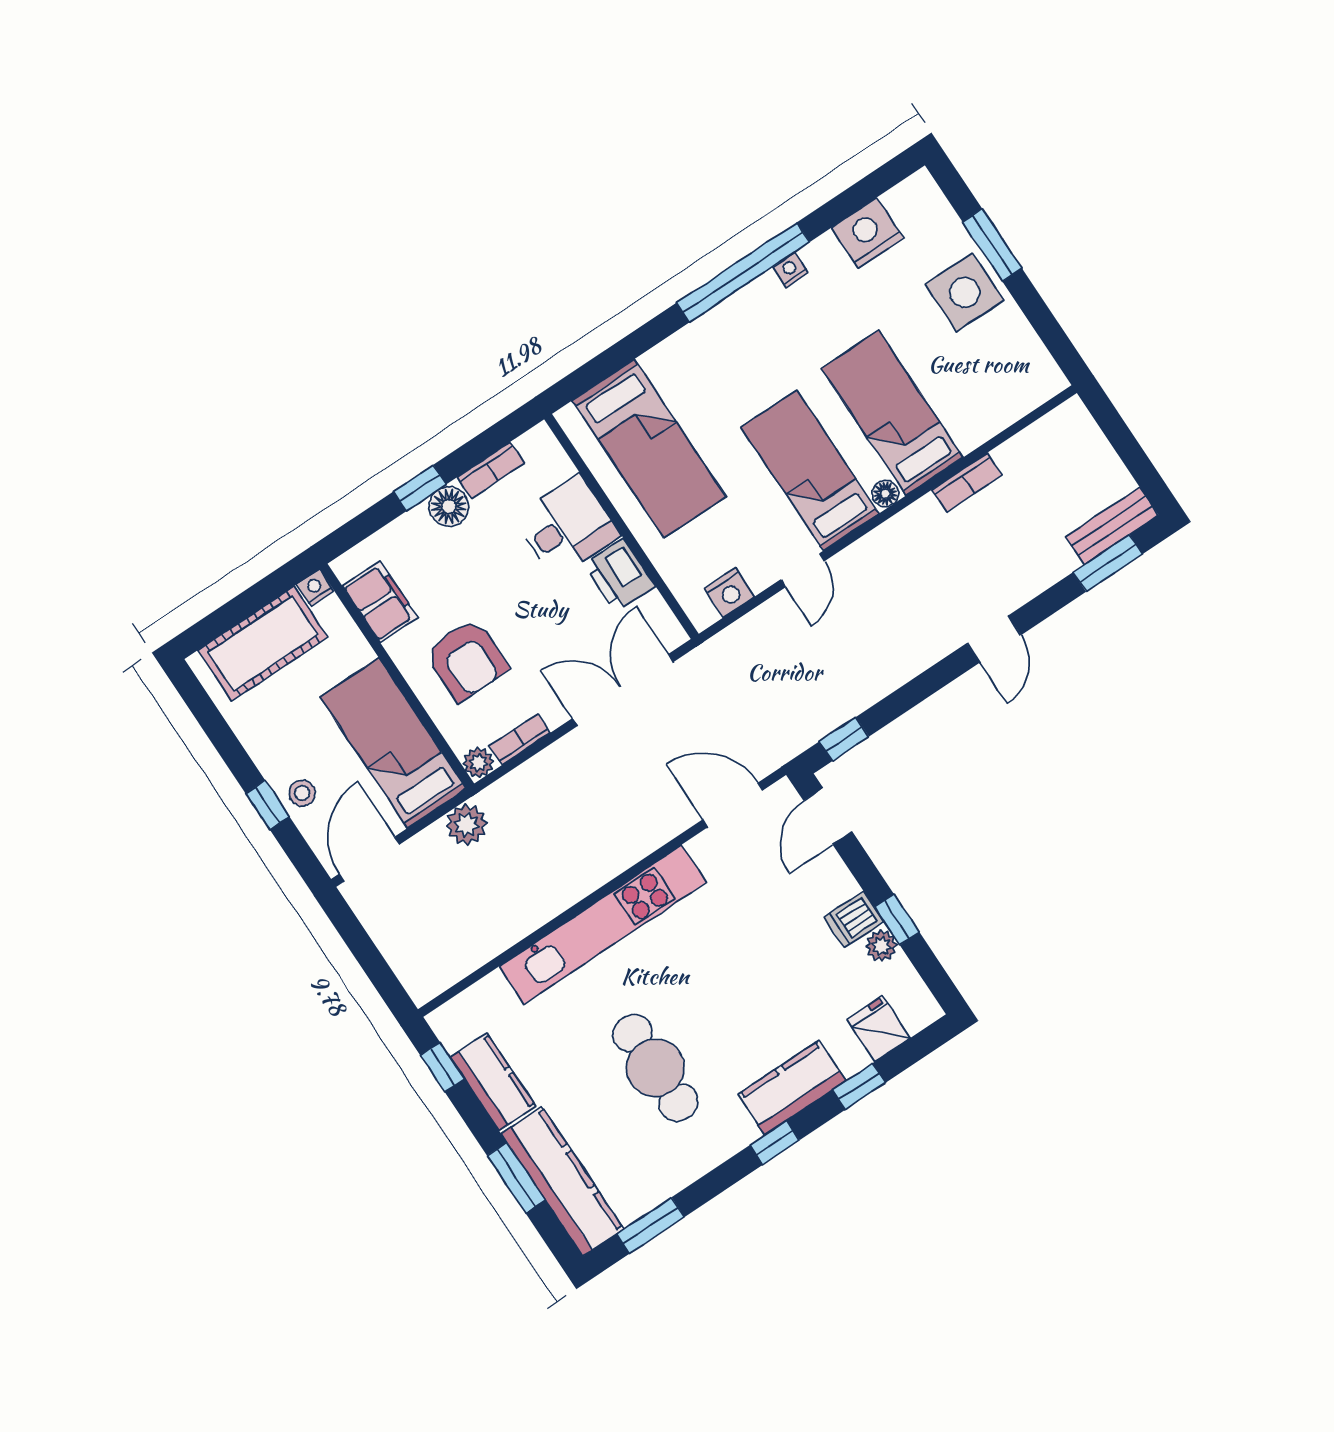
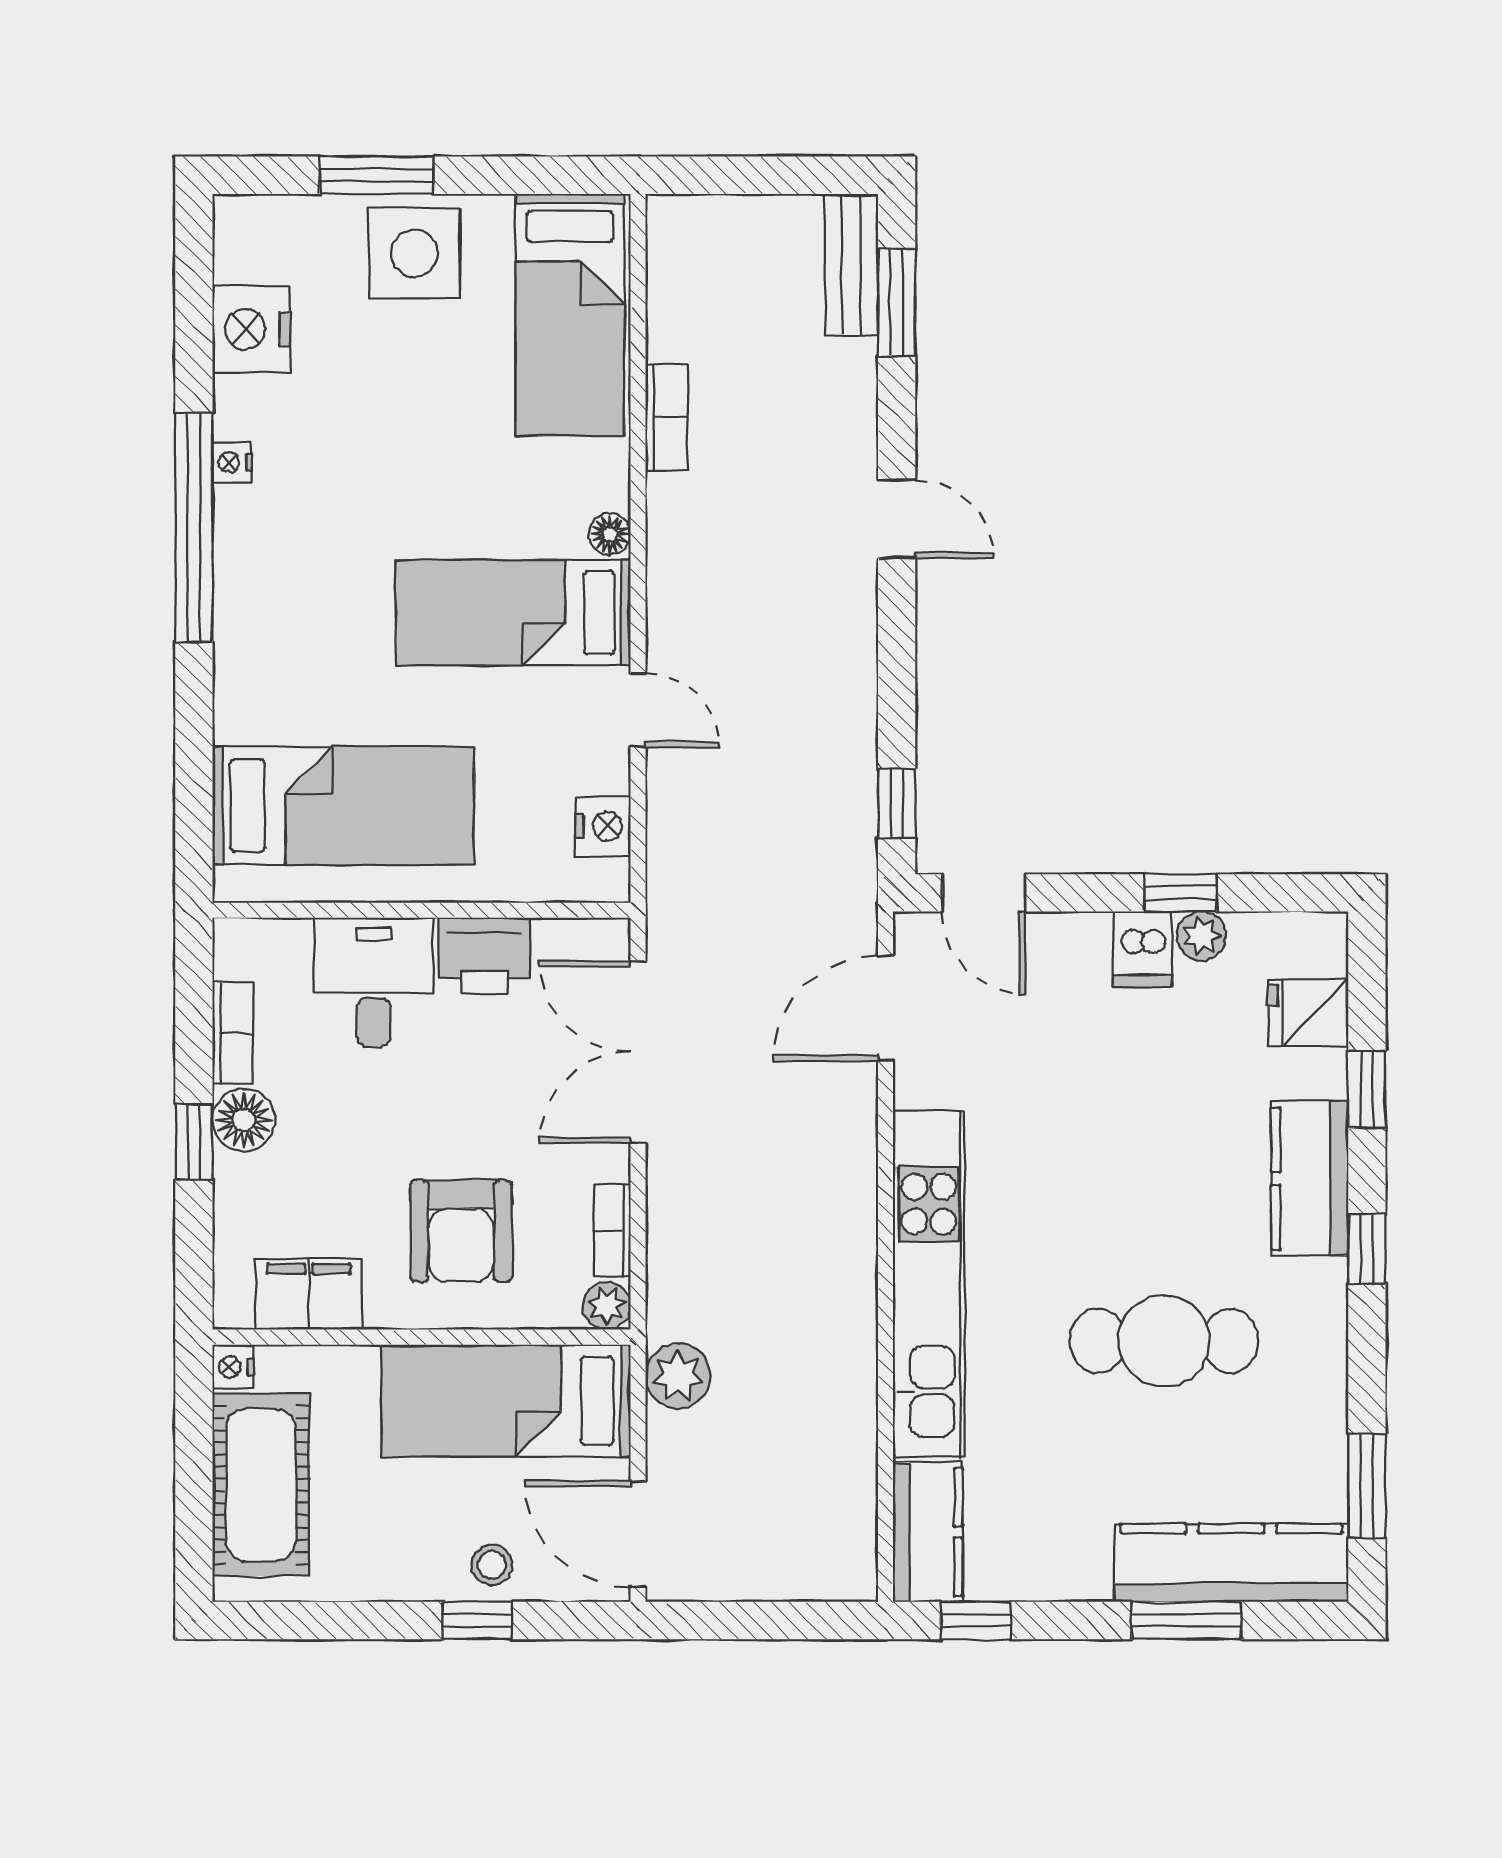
bed: (892, 413) -> (570, 315), moved, turned -90
armchair: (467, 660) -> (461, 1231), turned 90
kitchen counter: (493, 1082) -> (928, 1532), moved, turned 90

